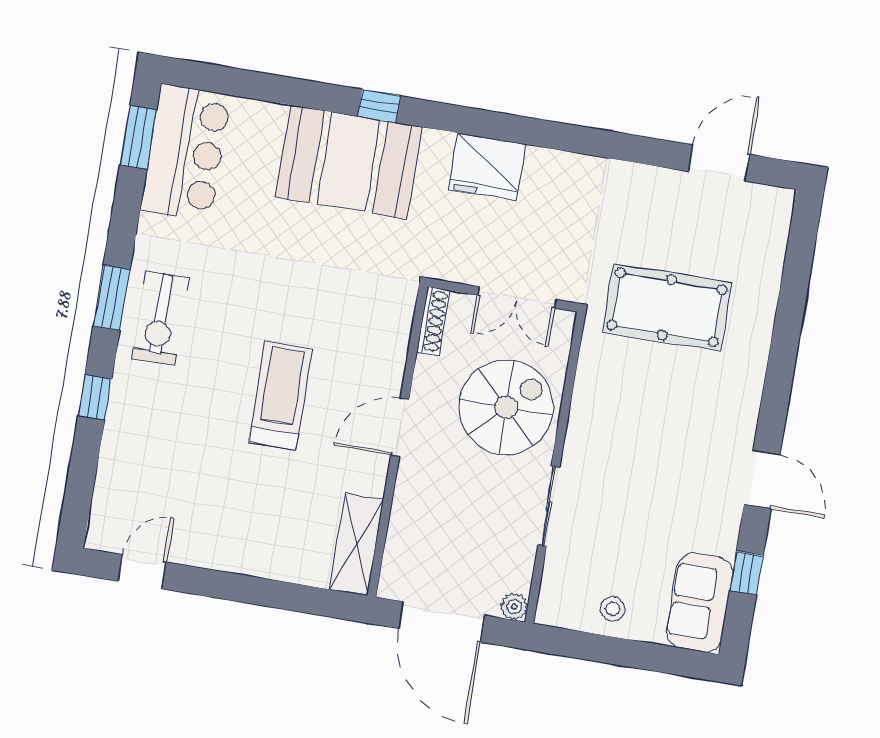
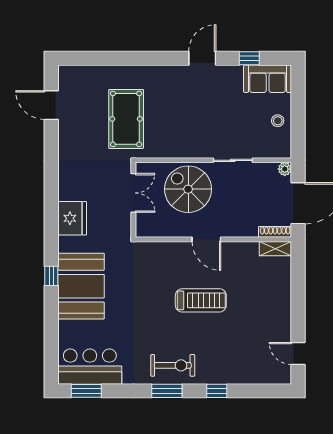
shoe rack: (433, 321) -> (275, 232), moved
treadmill: (280, 396) -> (201, 300), turned 180
shelving: (356, 545) -> (275, 249), width x0.67, depth x0.75

